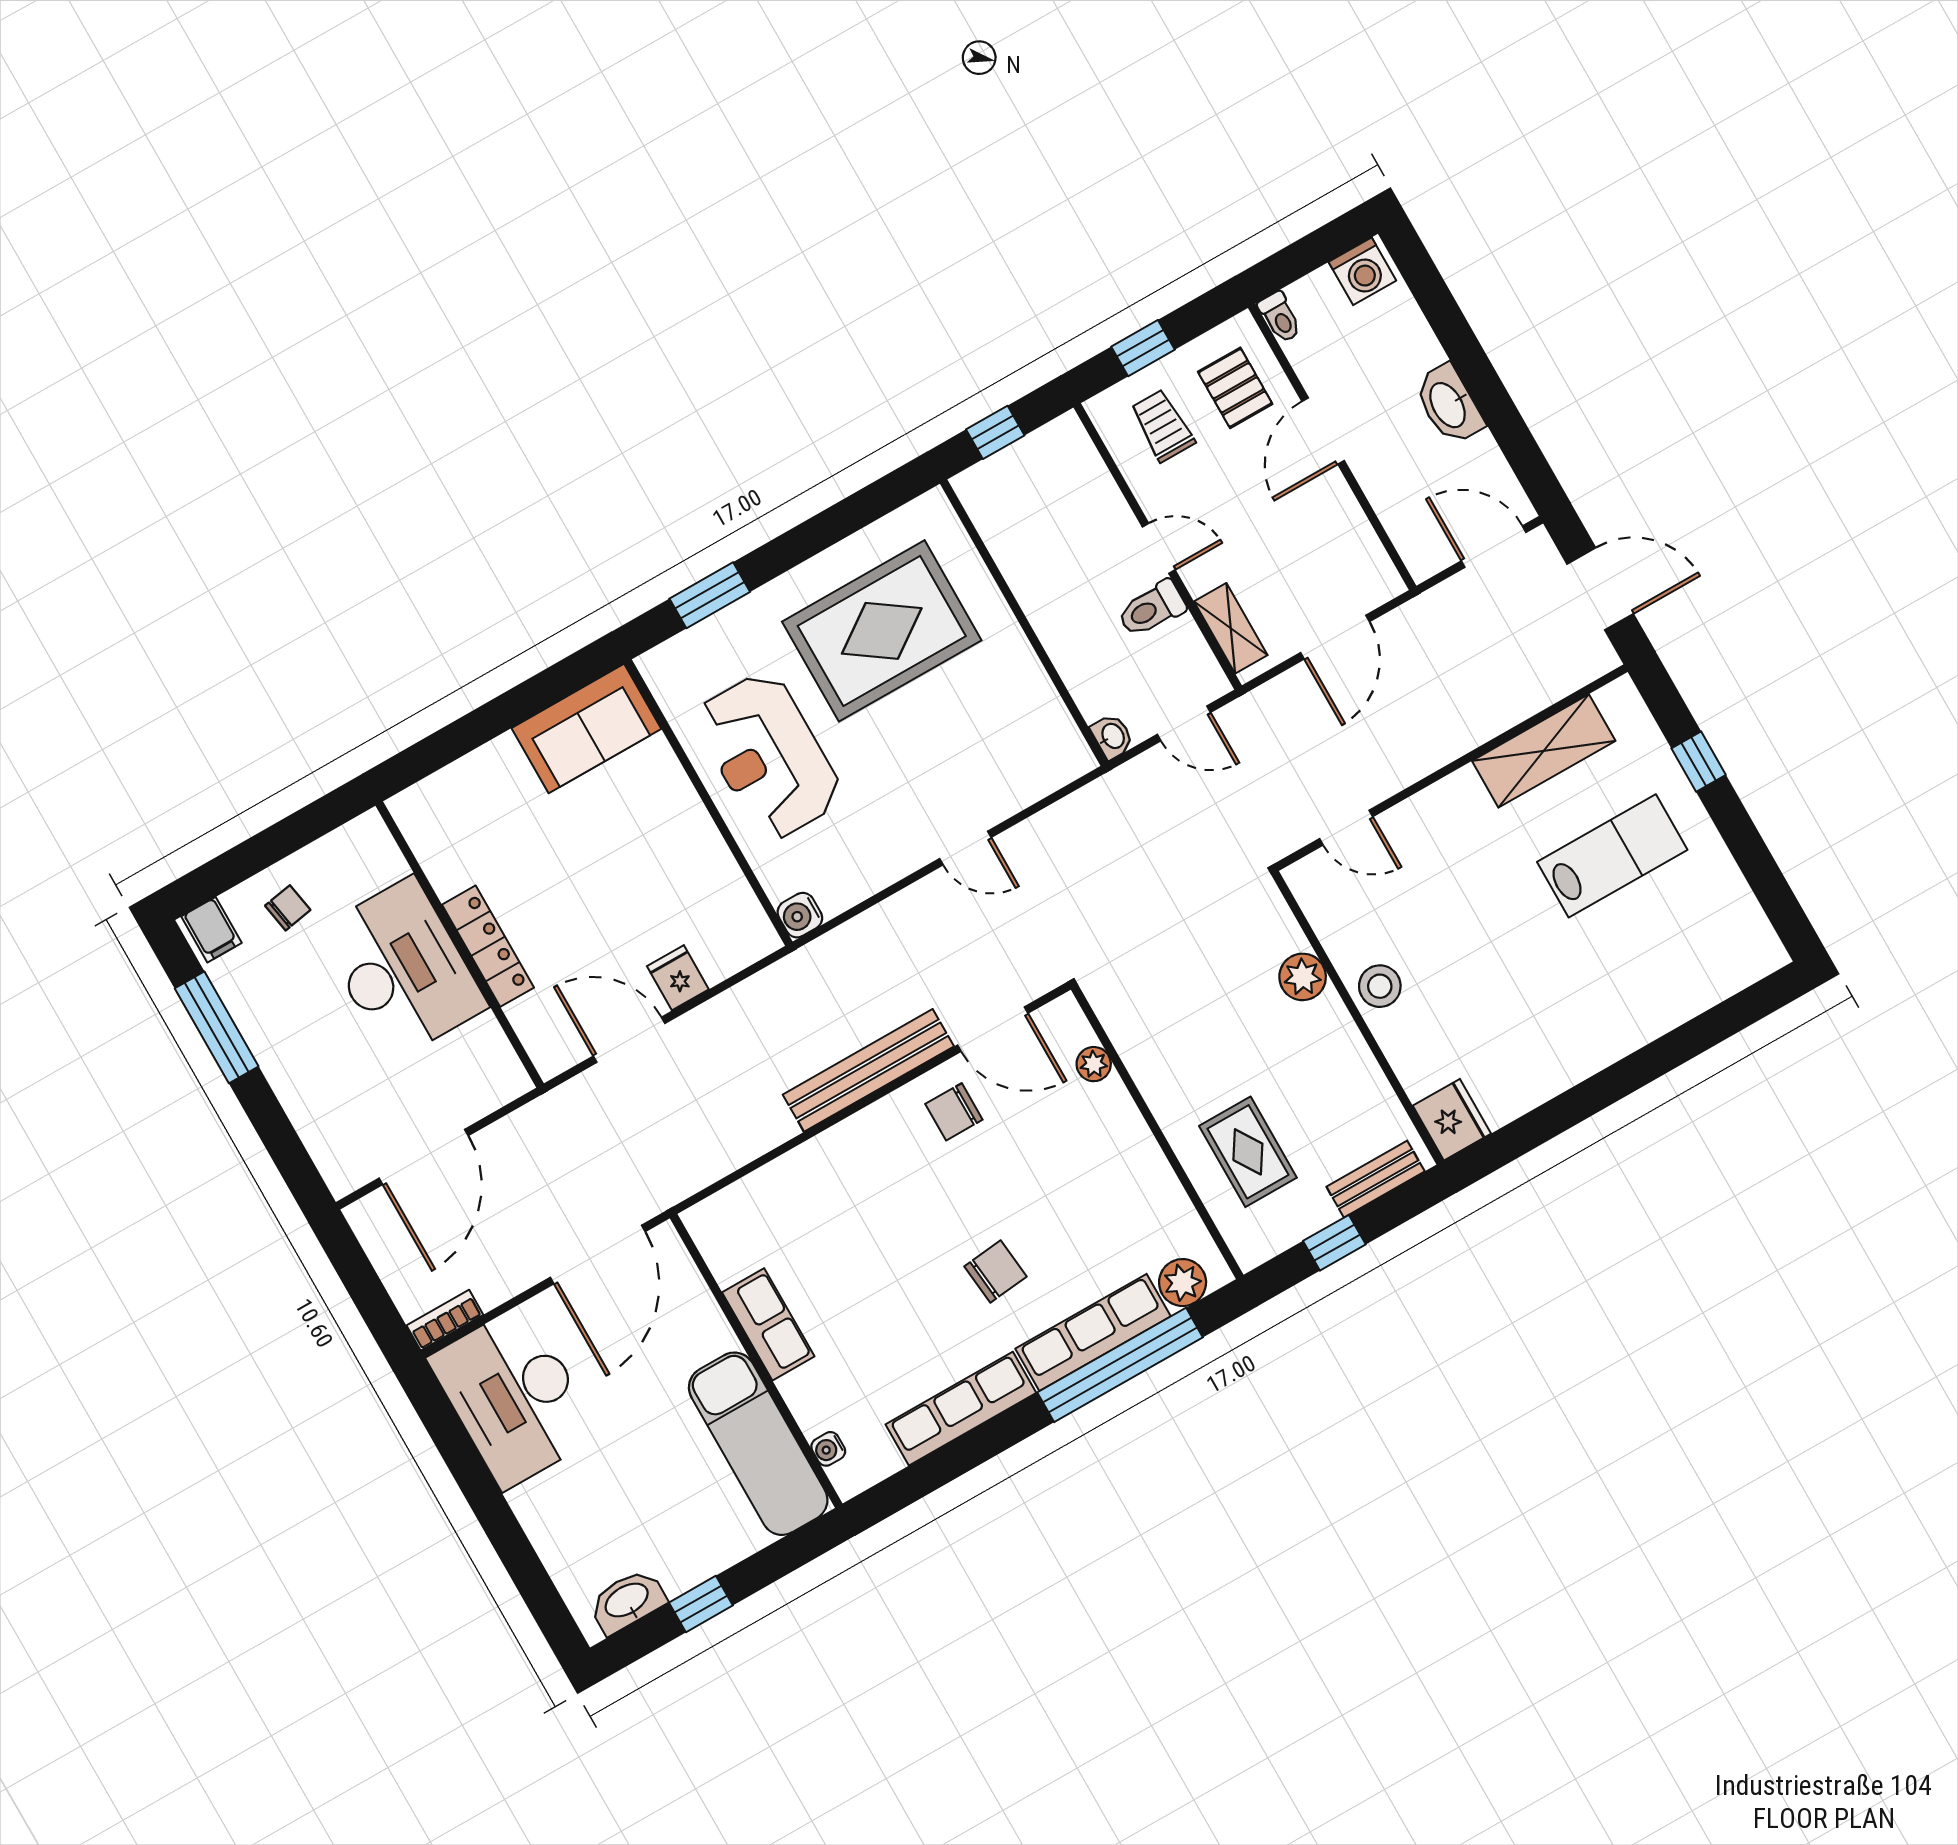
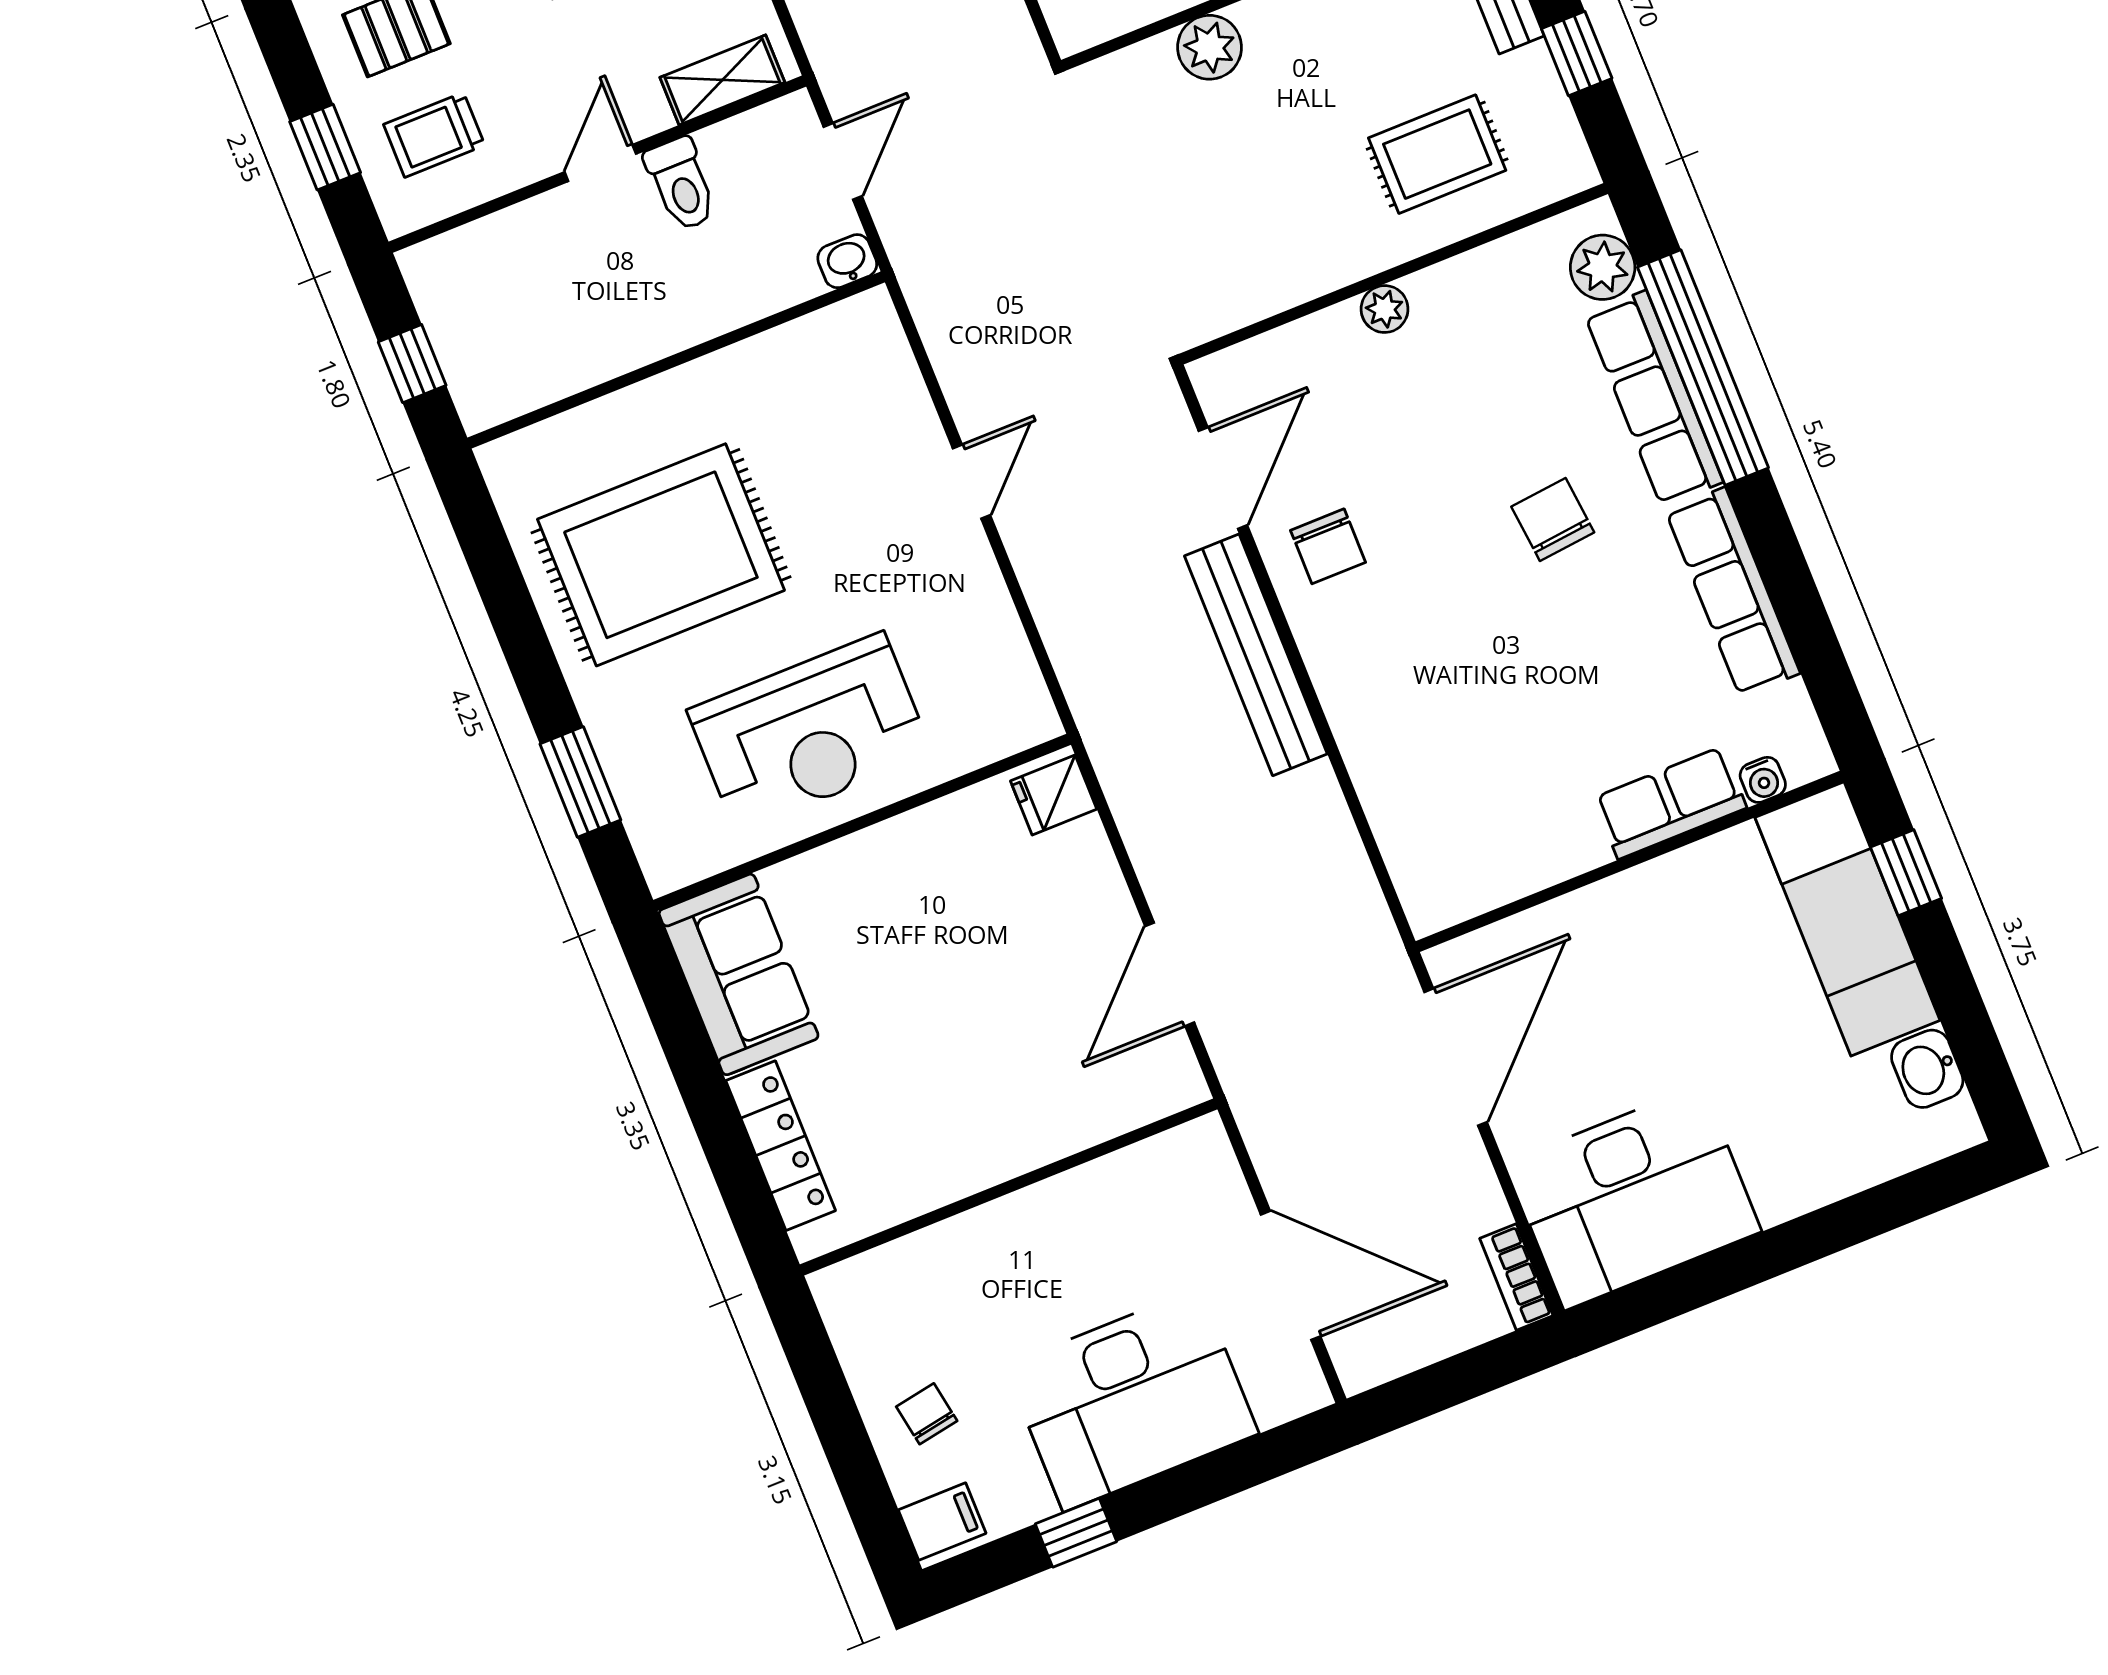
rug: (882, 631) -> (661, 555), turned 90
water cooler: (800, 915) -> (1032, 719), removed
locker: (488, 946) -> (781, 1146), moved, turned 90
desk: (402, 969) -> (1132, 1400), moved, turned 180
fridge: (678, 978) -> (1054, 795), moved
window: (217, 1027) -> (1076, 1533), width x0.46
plant: (1094, 1064) -> (1385, 309), moved
door: (598, 1254) -> (1456, 1057), hinge flipped
row of seats: (768, 1324) -> (1670, 803), moved
exam couch: (758, 1444) -> (1847, 919), moved, turned 90
washbasin: (627, 1601) -> (1927, 1069), width x0.72
window: (701, 1604) -> (1906, 873), moved

